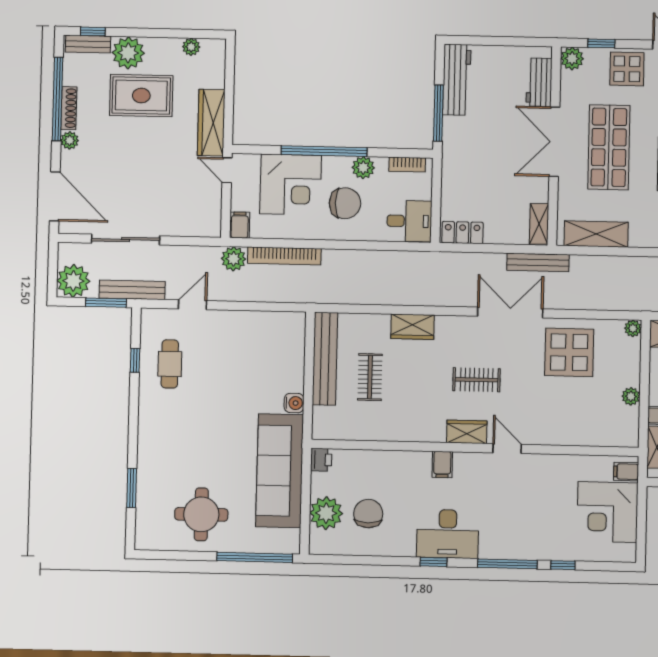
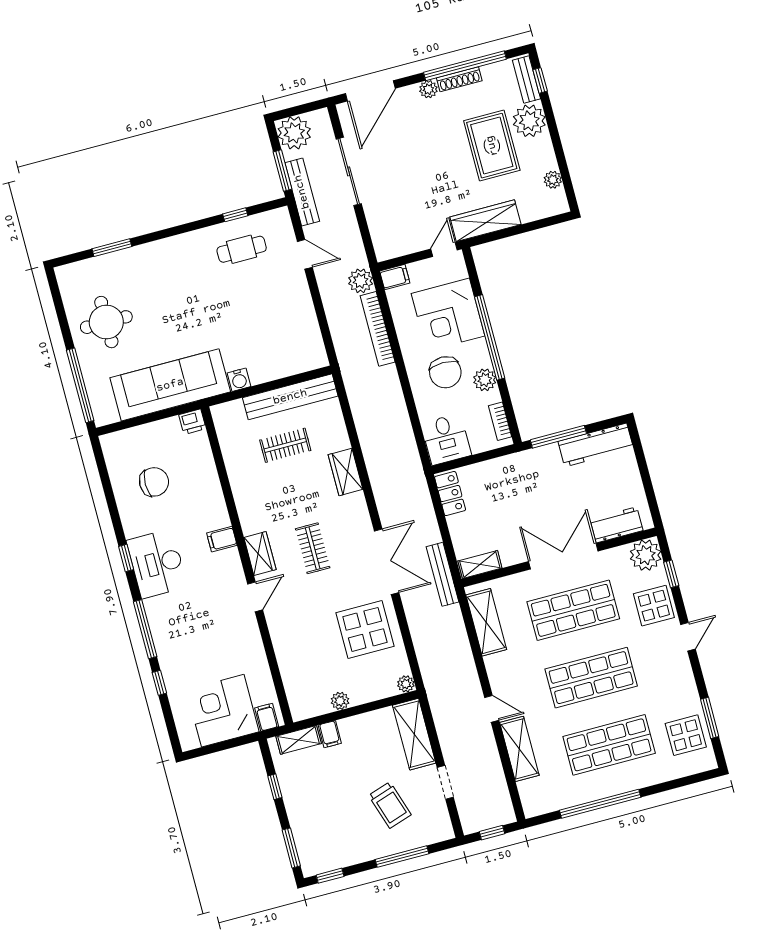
plant: (572, 59) -> (646, 555), width x1.36, depth x1.36
plant: (326, 513) -> (143, 441), removed

